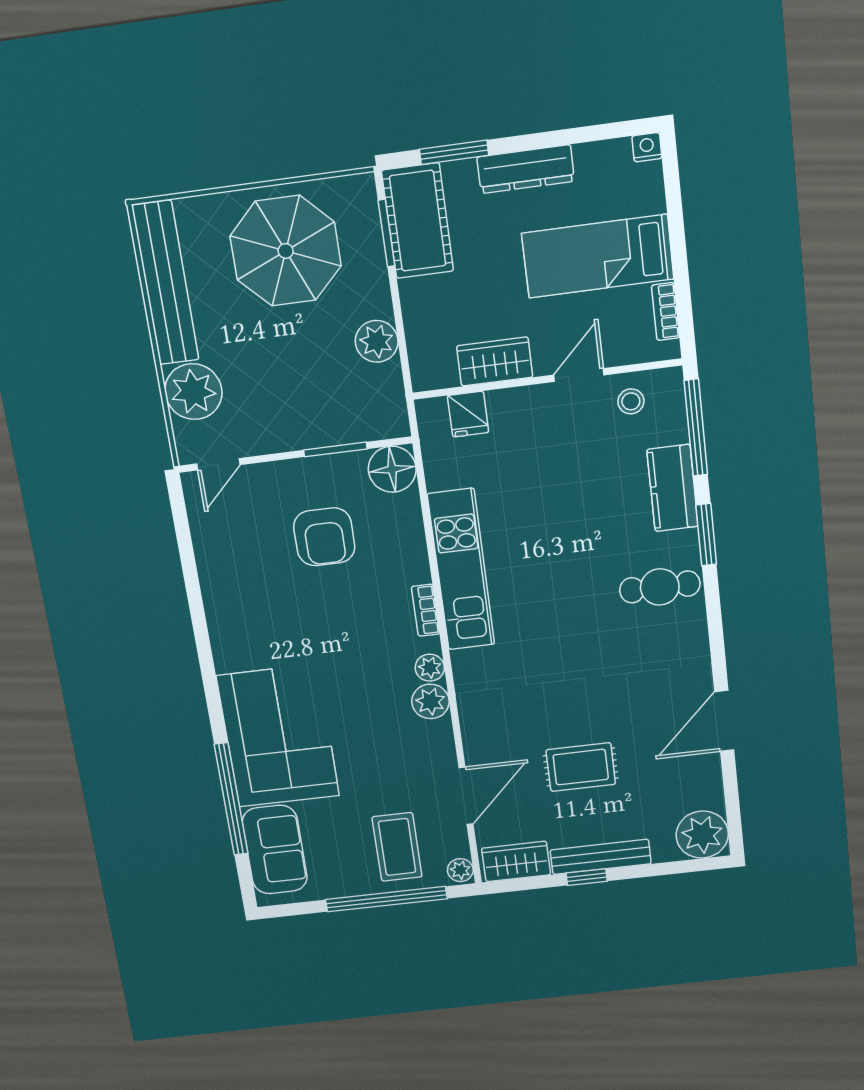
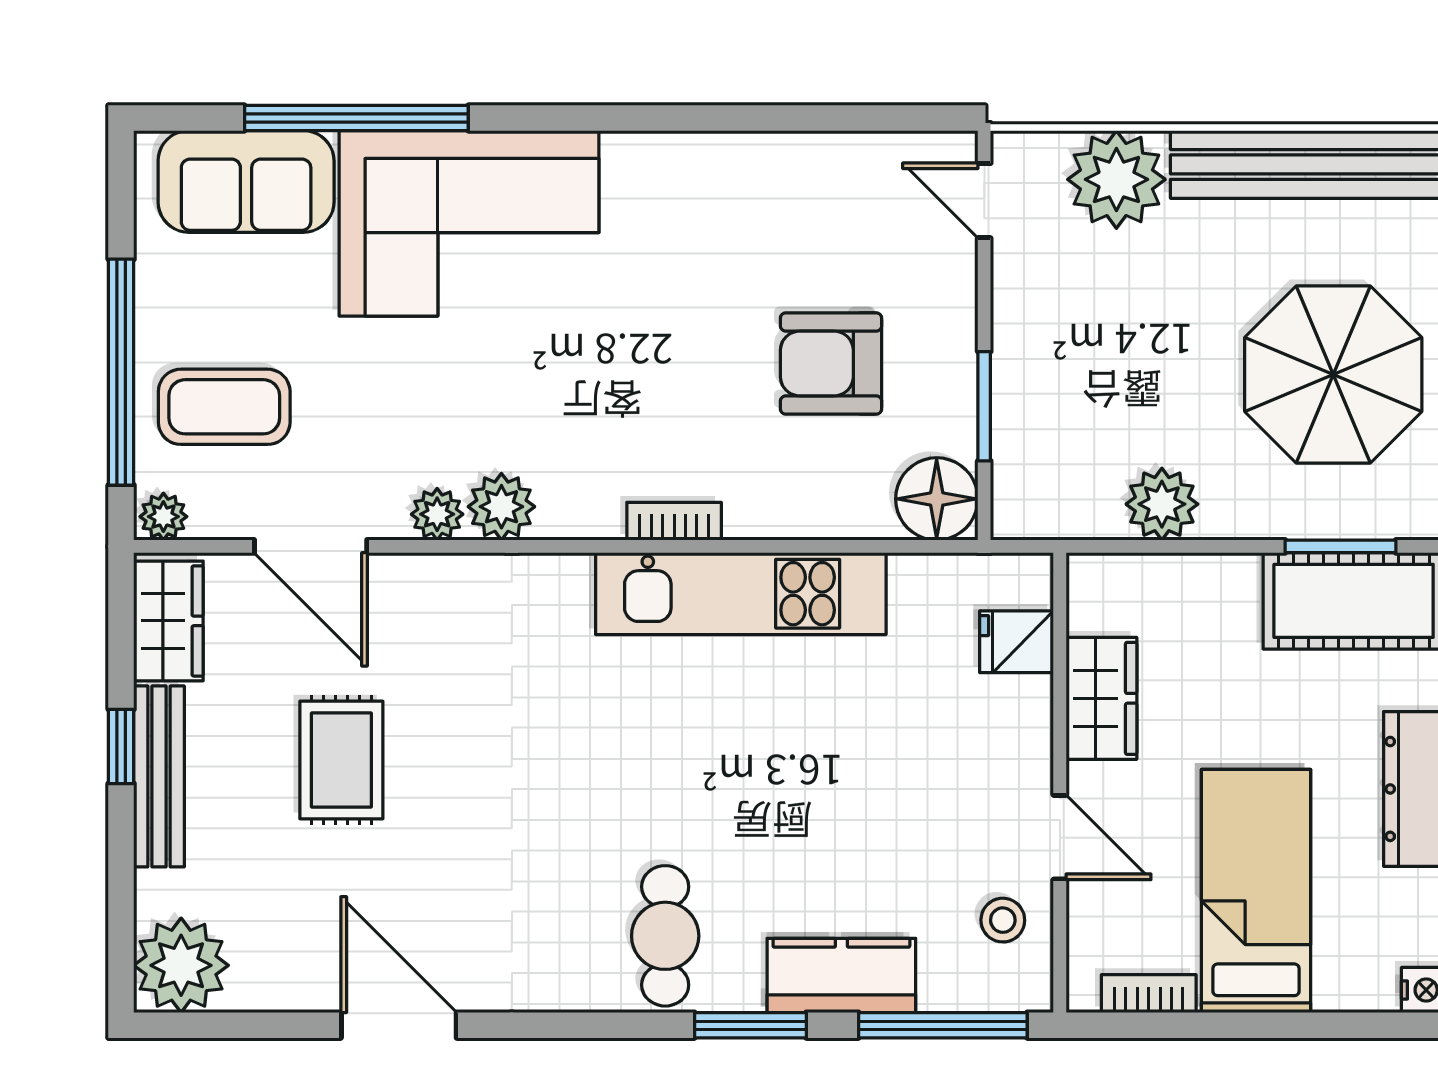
plant: (430, 668) -> (437, 514), moved

